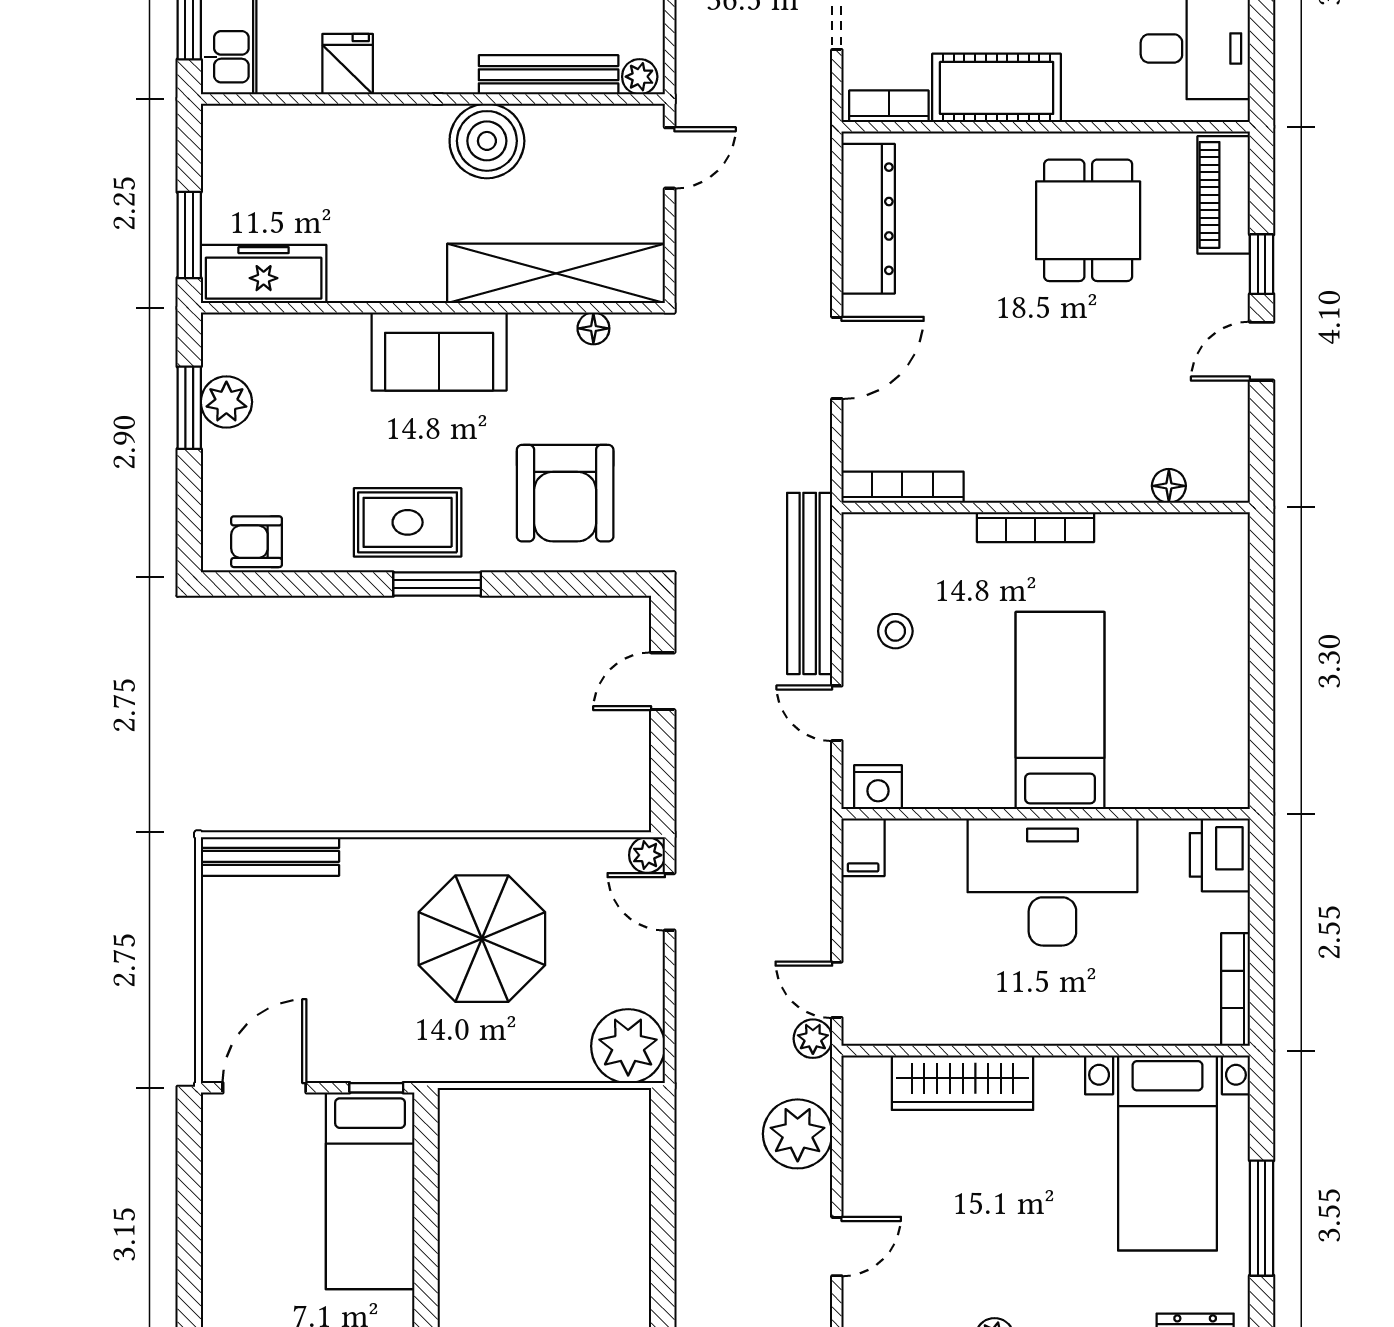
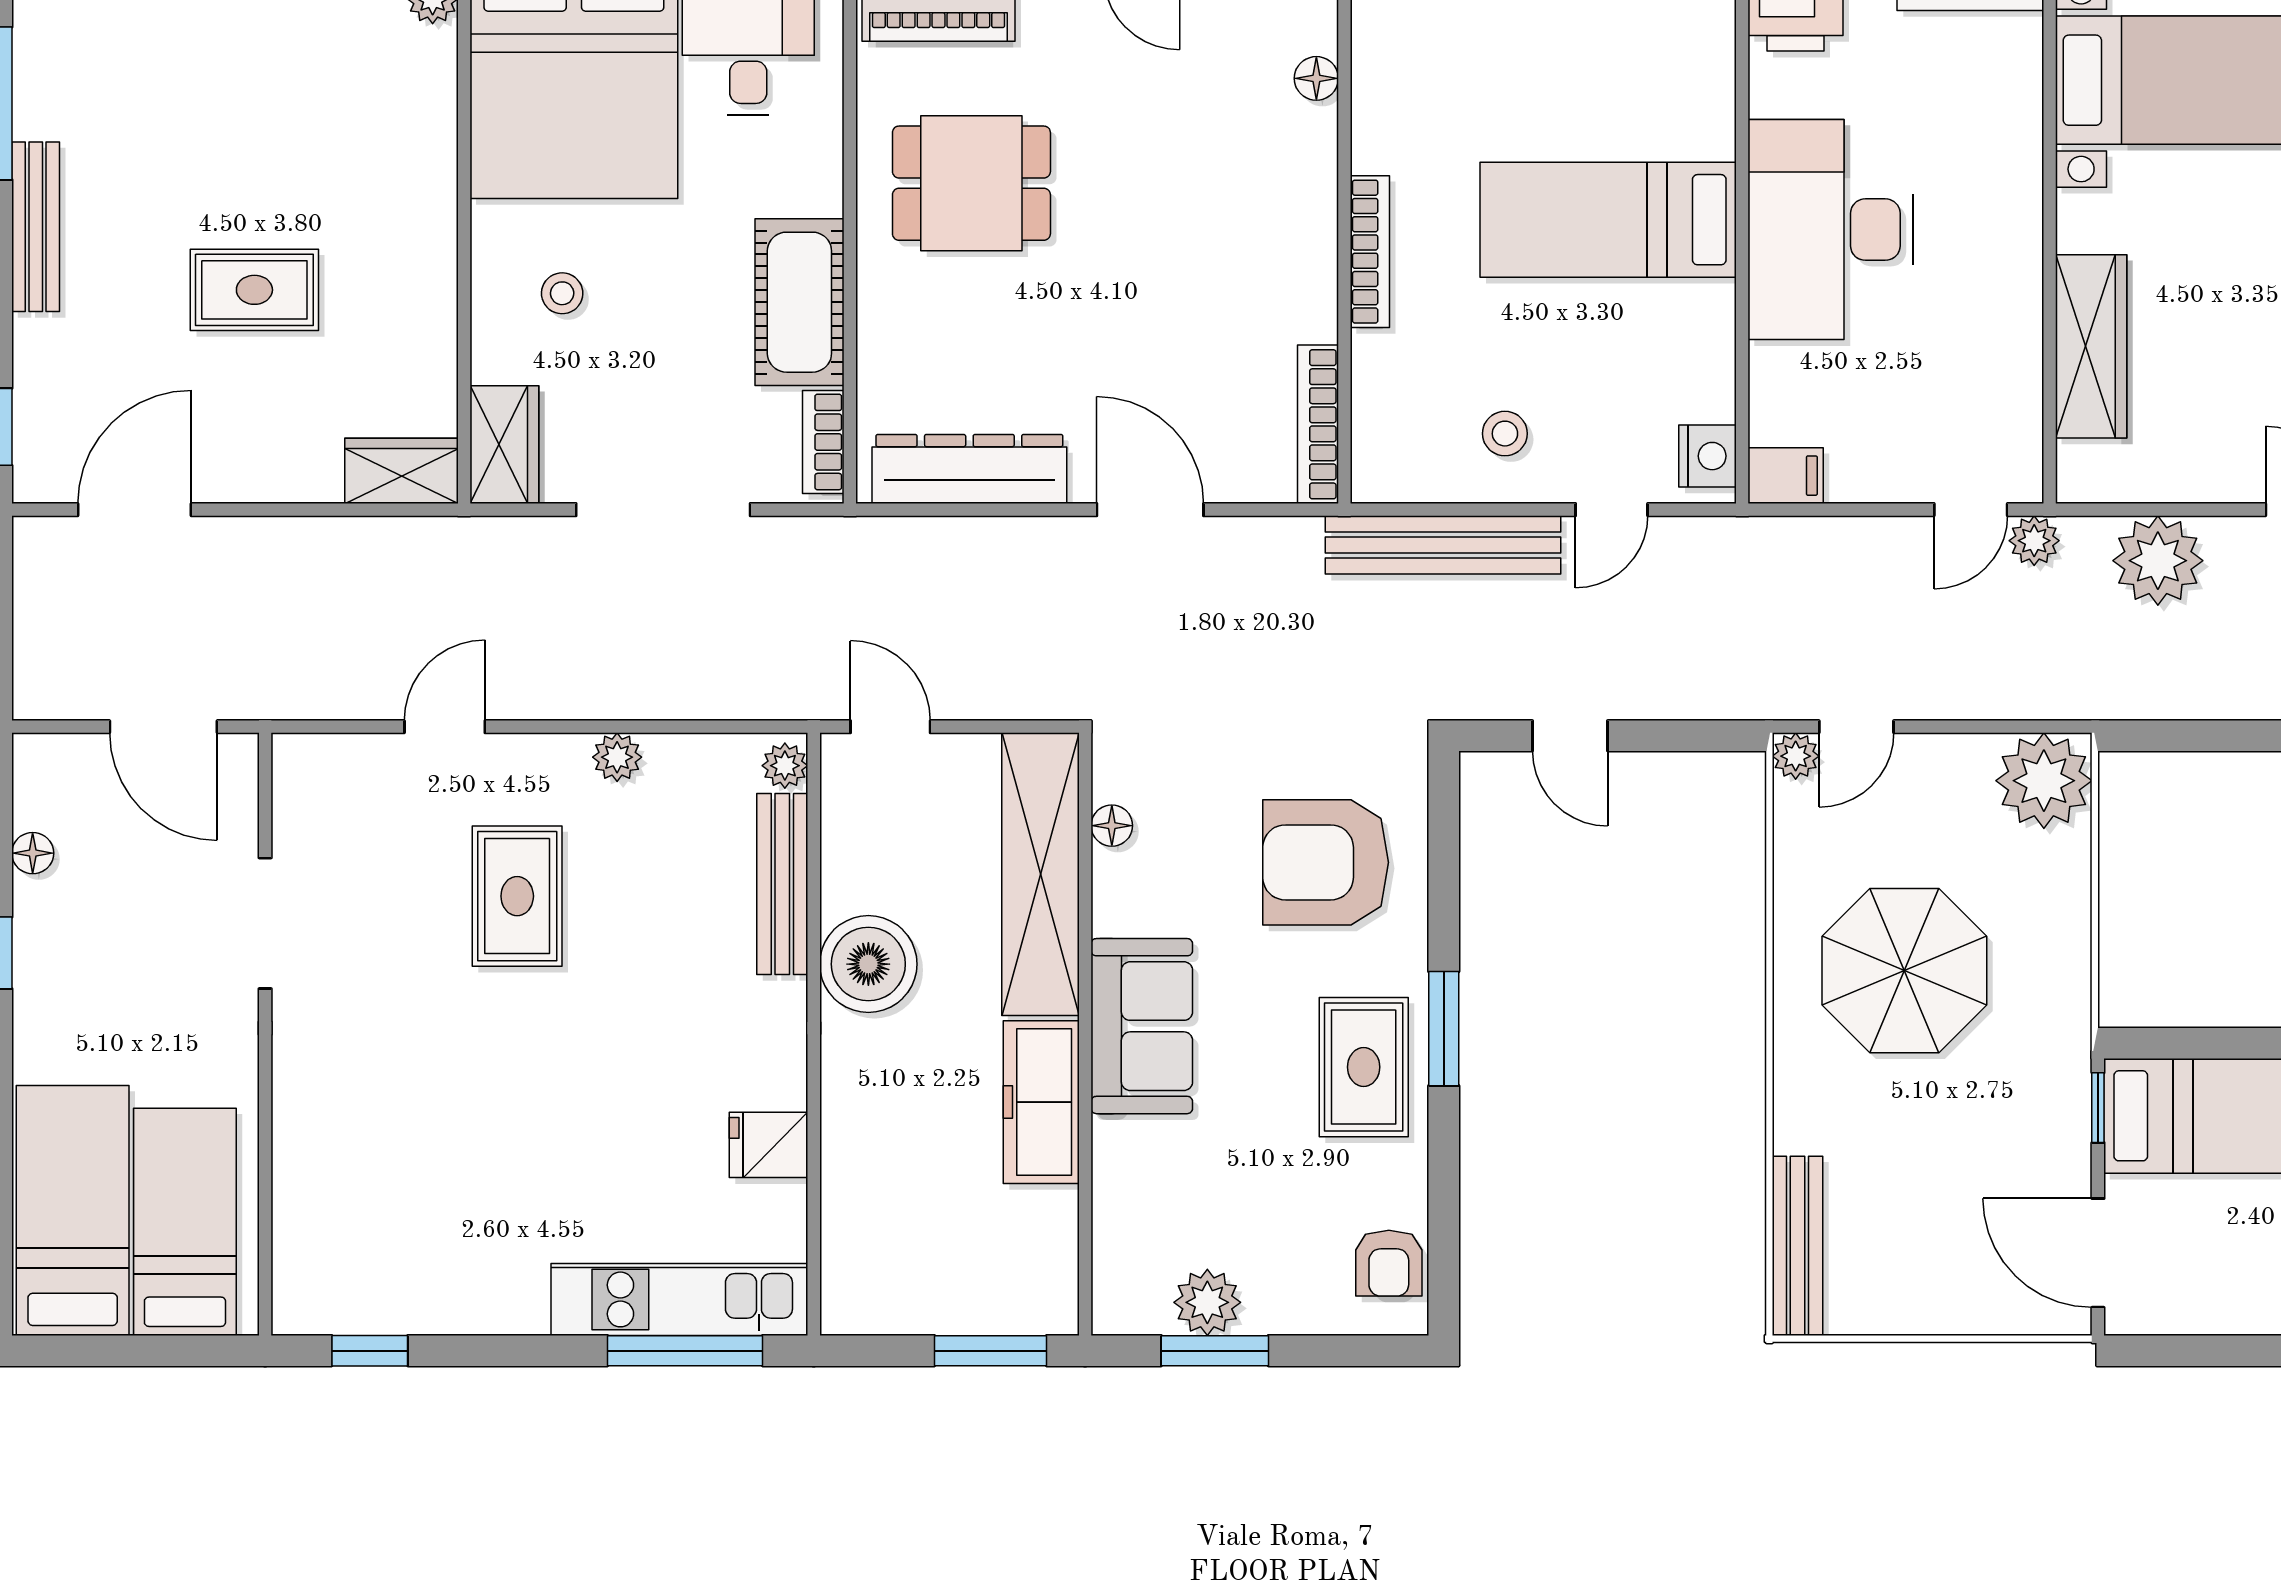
freezer: (264, 274) -> (1041, 1102), moved
armchair: (565, 493) -> (1326, 862), turned 180

